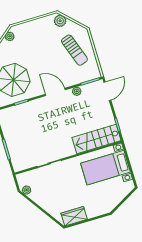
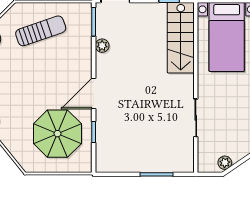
door: (55, 92) -> (94, 93), moved

